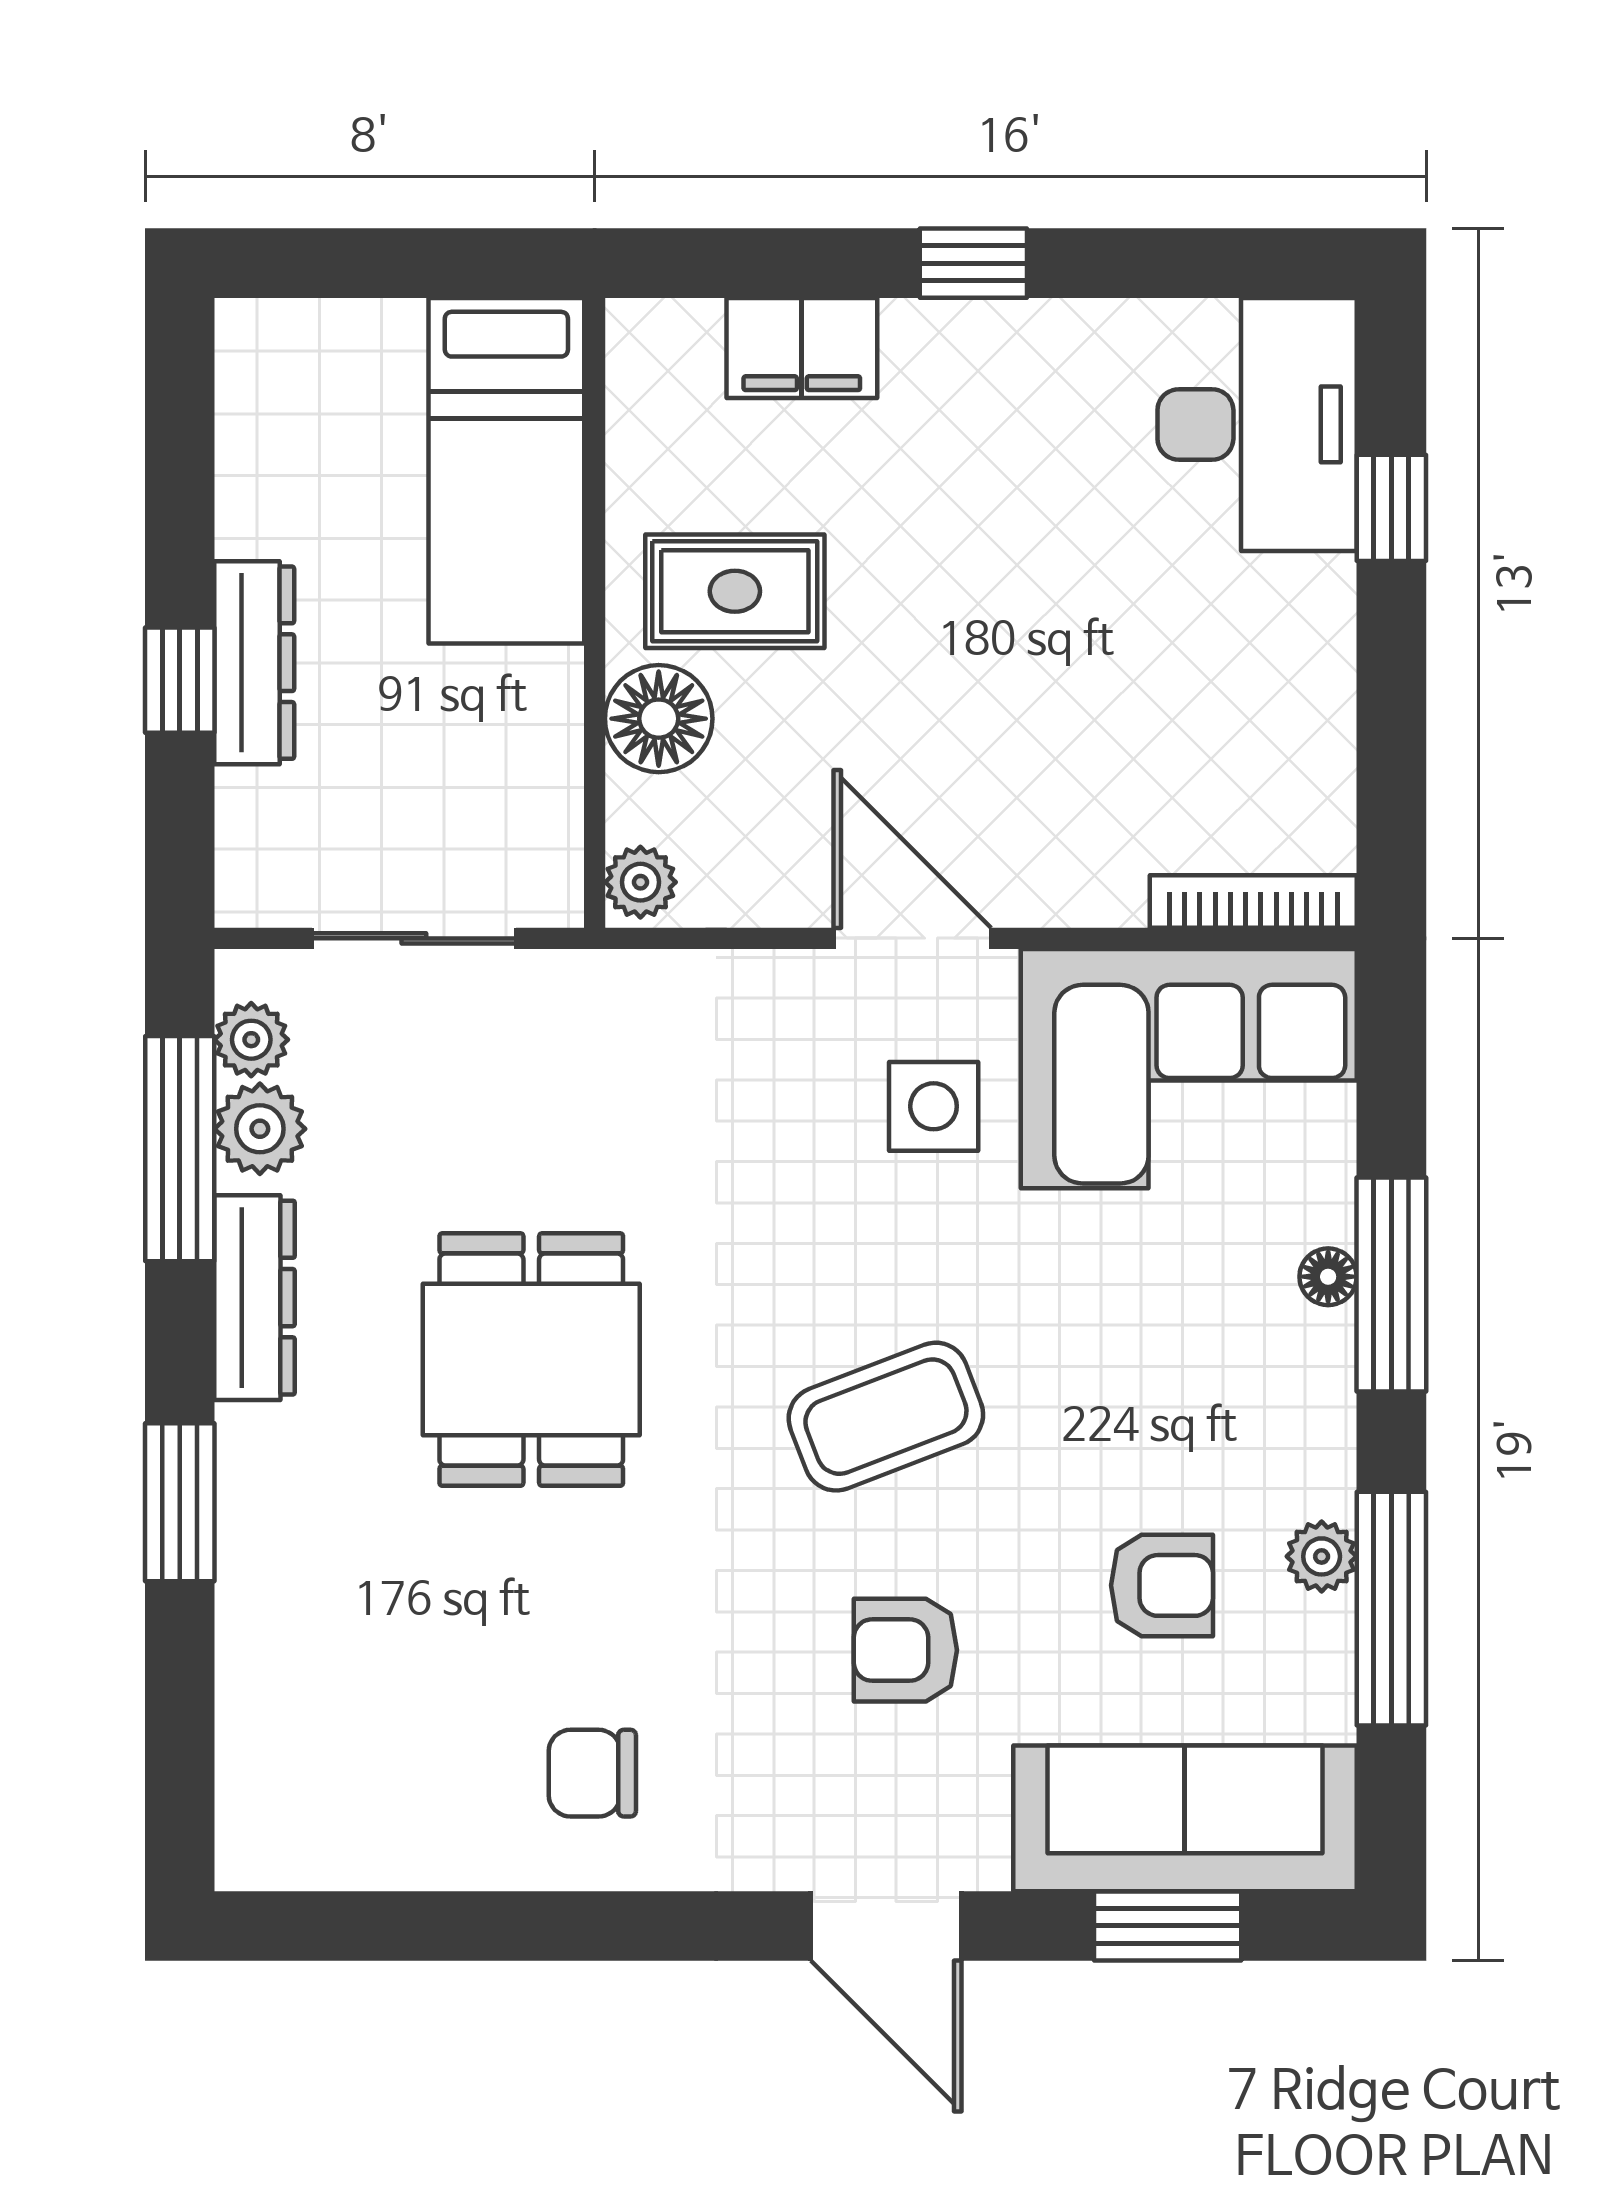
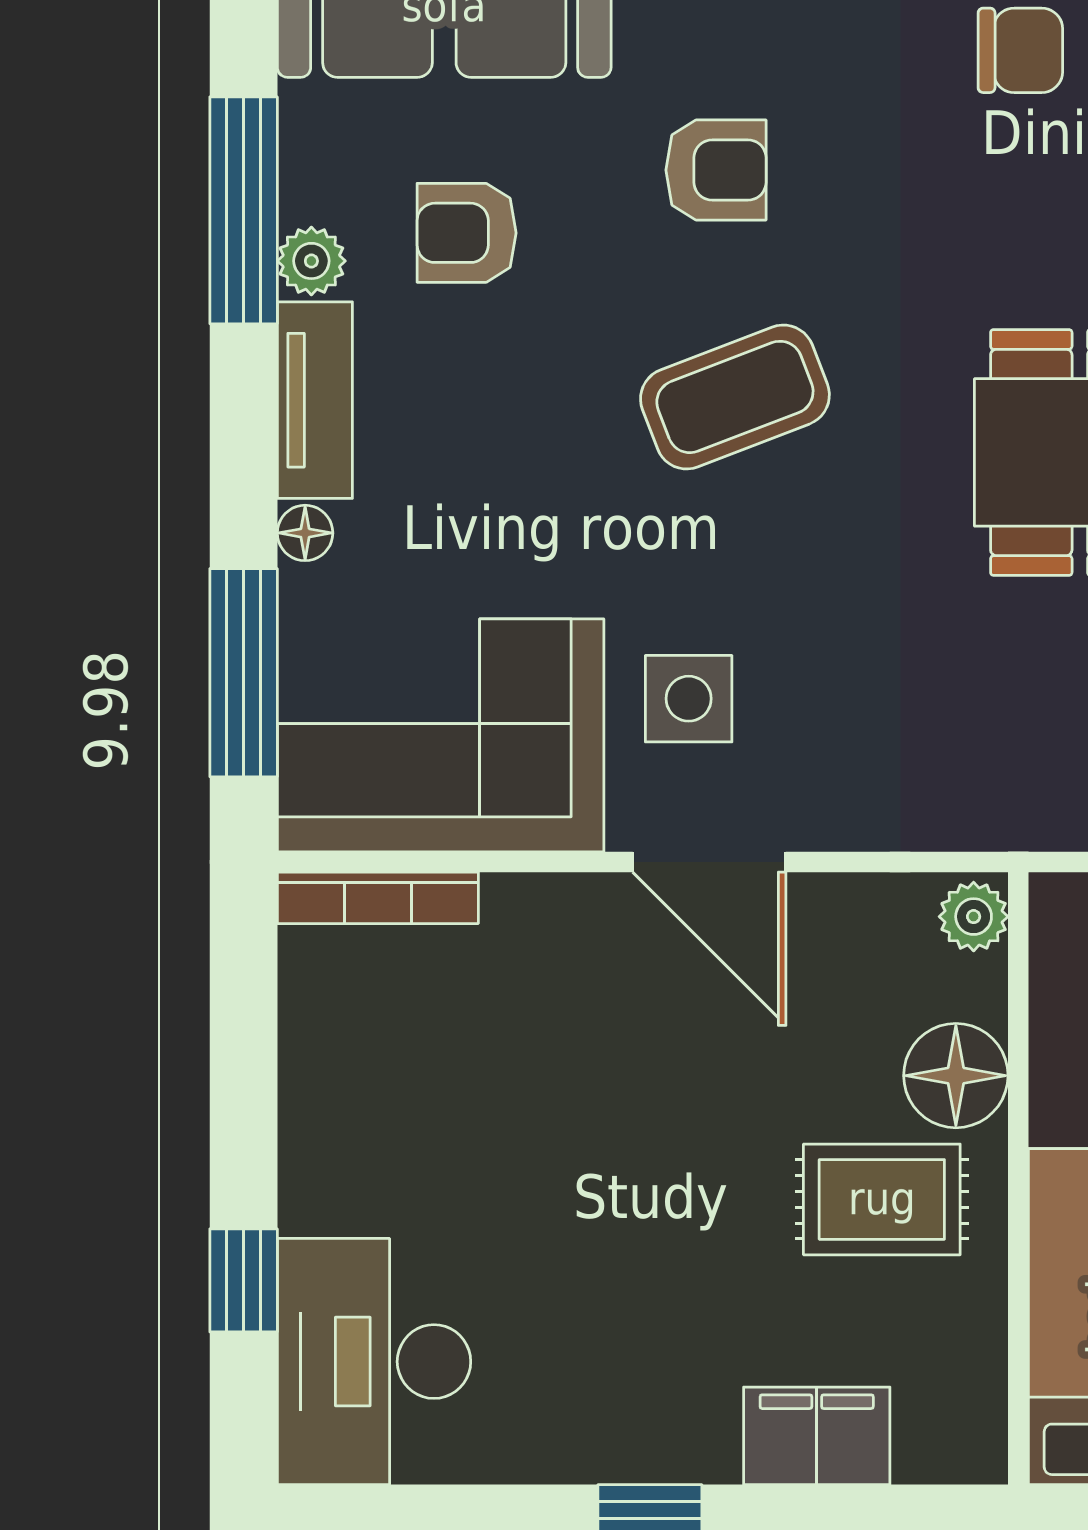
window: (1391, 1285) -> (244, 673), moved
tv unit: (1318, 1413) -> (315, 400), added

